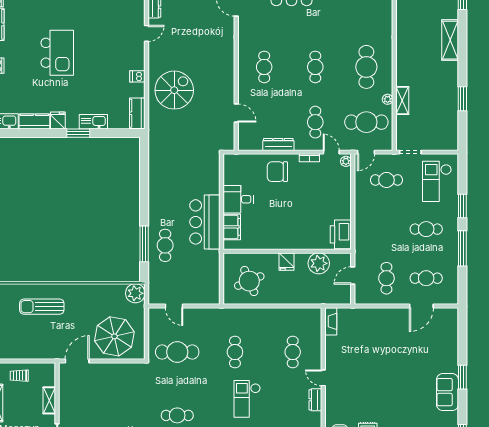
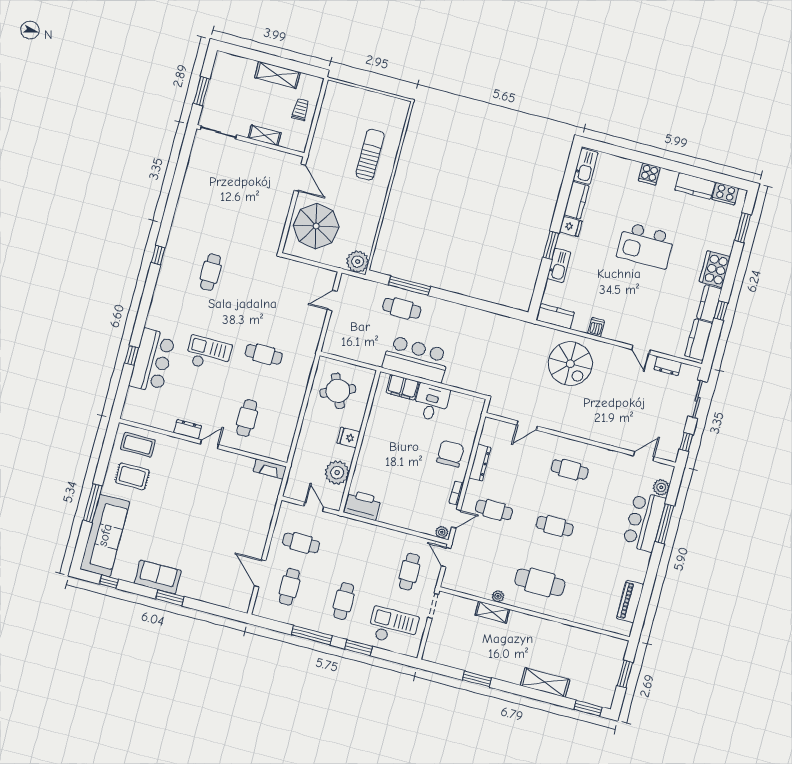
cafe table: (366, 122) -> (479, 566), removed
cafe table: (177, 352) -> (281, 291), removed
cafe table: (293, 352) -> (247, 418), turned 90

